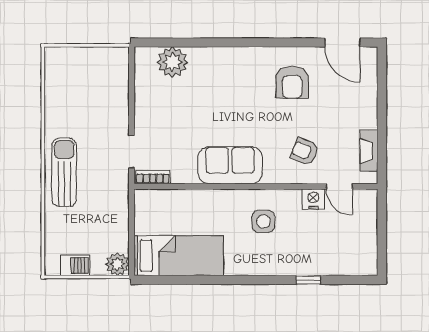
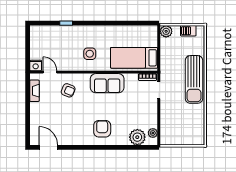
plant: (143, 70) -> (153, 133), added
armchair: (292, 82) -> (102, 129), moved
sun lounger: (64, 172) -> (194, 79), width x1.36, depth x1.34
nightstand: (313, 199) -> (36, 65), moved
bed: (179, 256) -> (134, 58), moved

